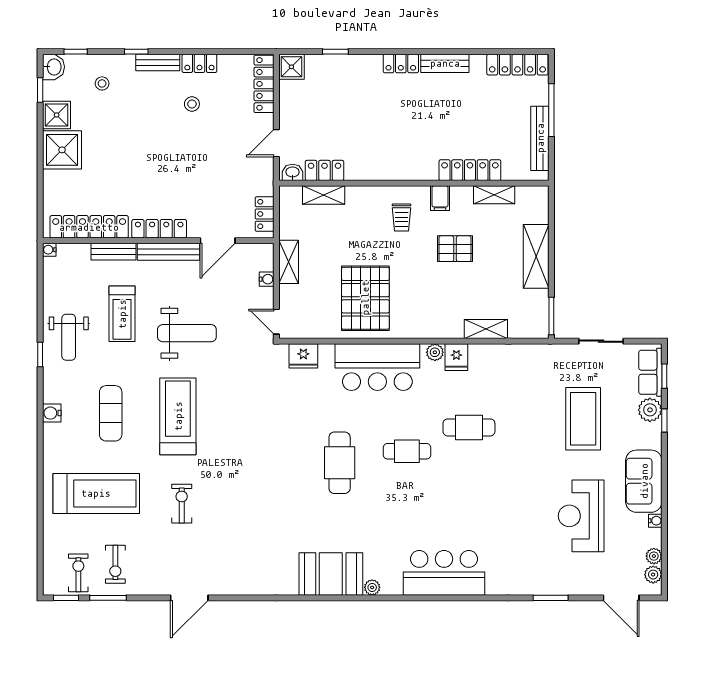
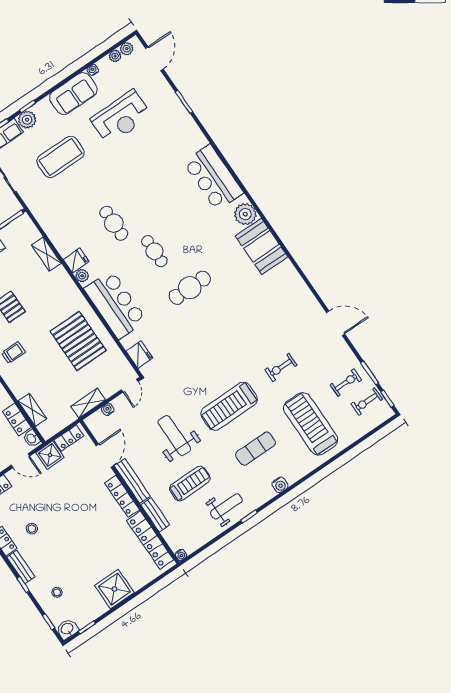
shower: (57, 115) -> (50, 455), moved
door: (218, 241) -> (105, 456), hinge flipped
pallet: (365, 298) -> (78, 341), turned 90
plant: (372, 587) -> (245, 214), width x1.88, depth x1.88

